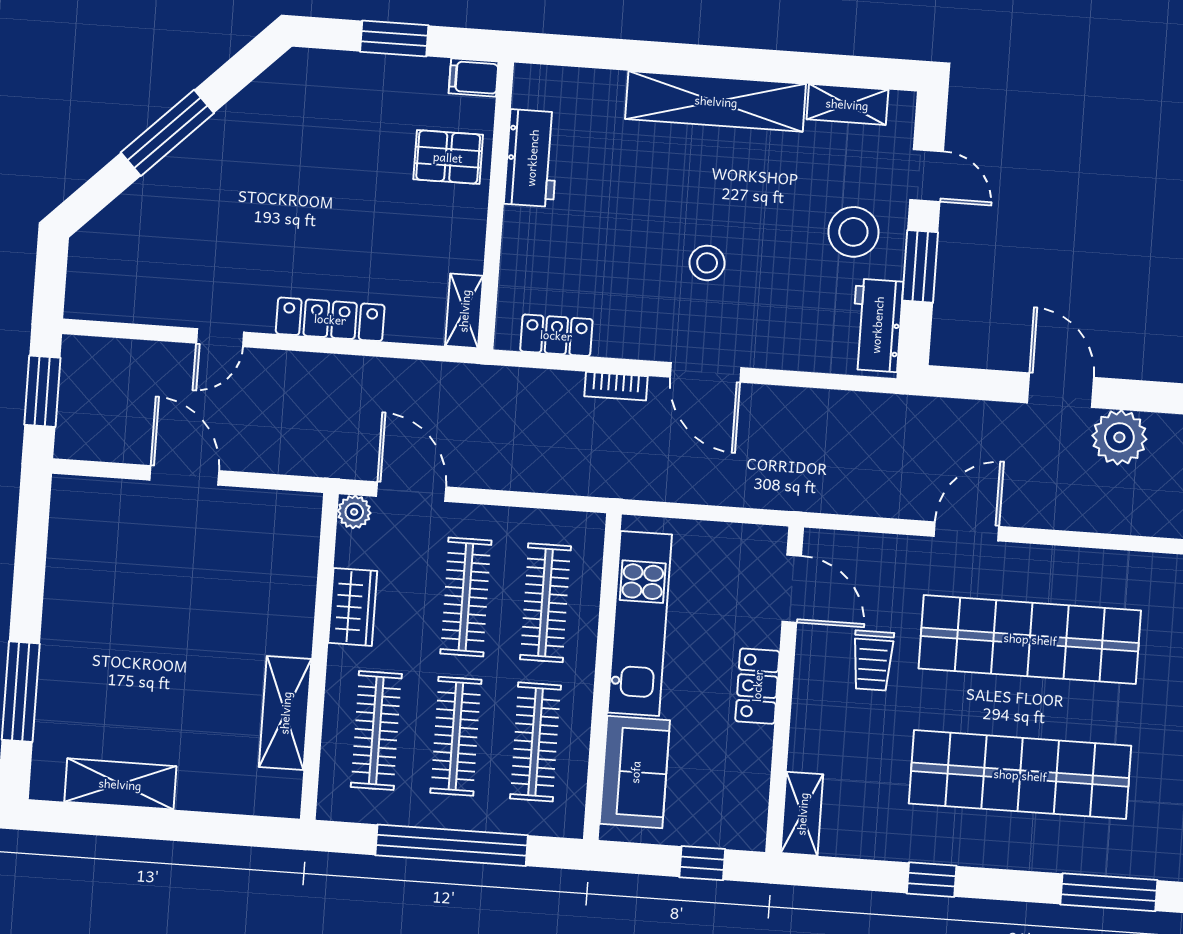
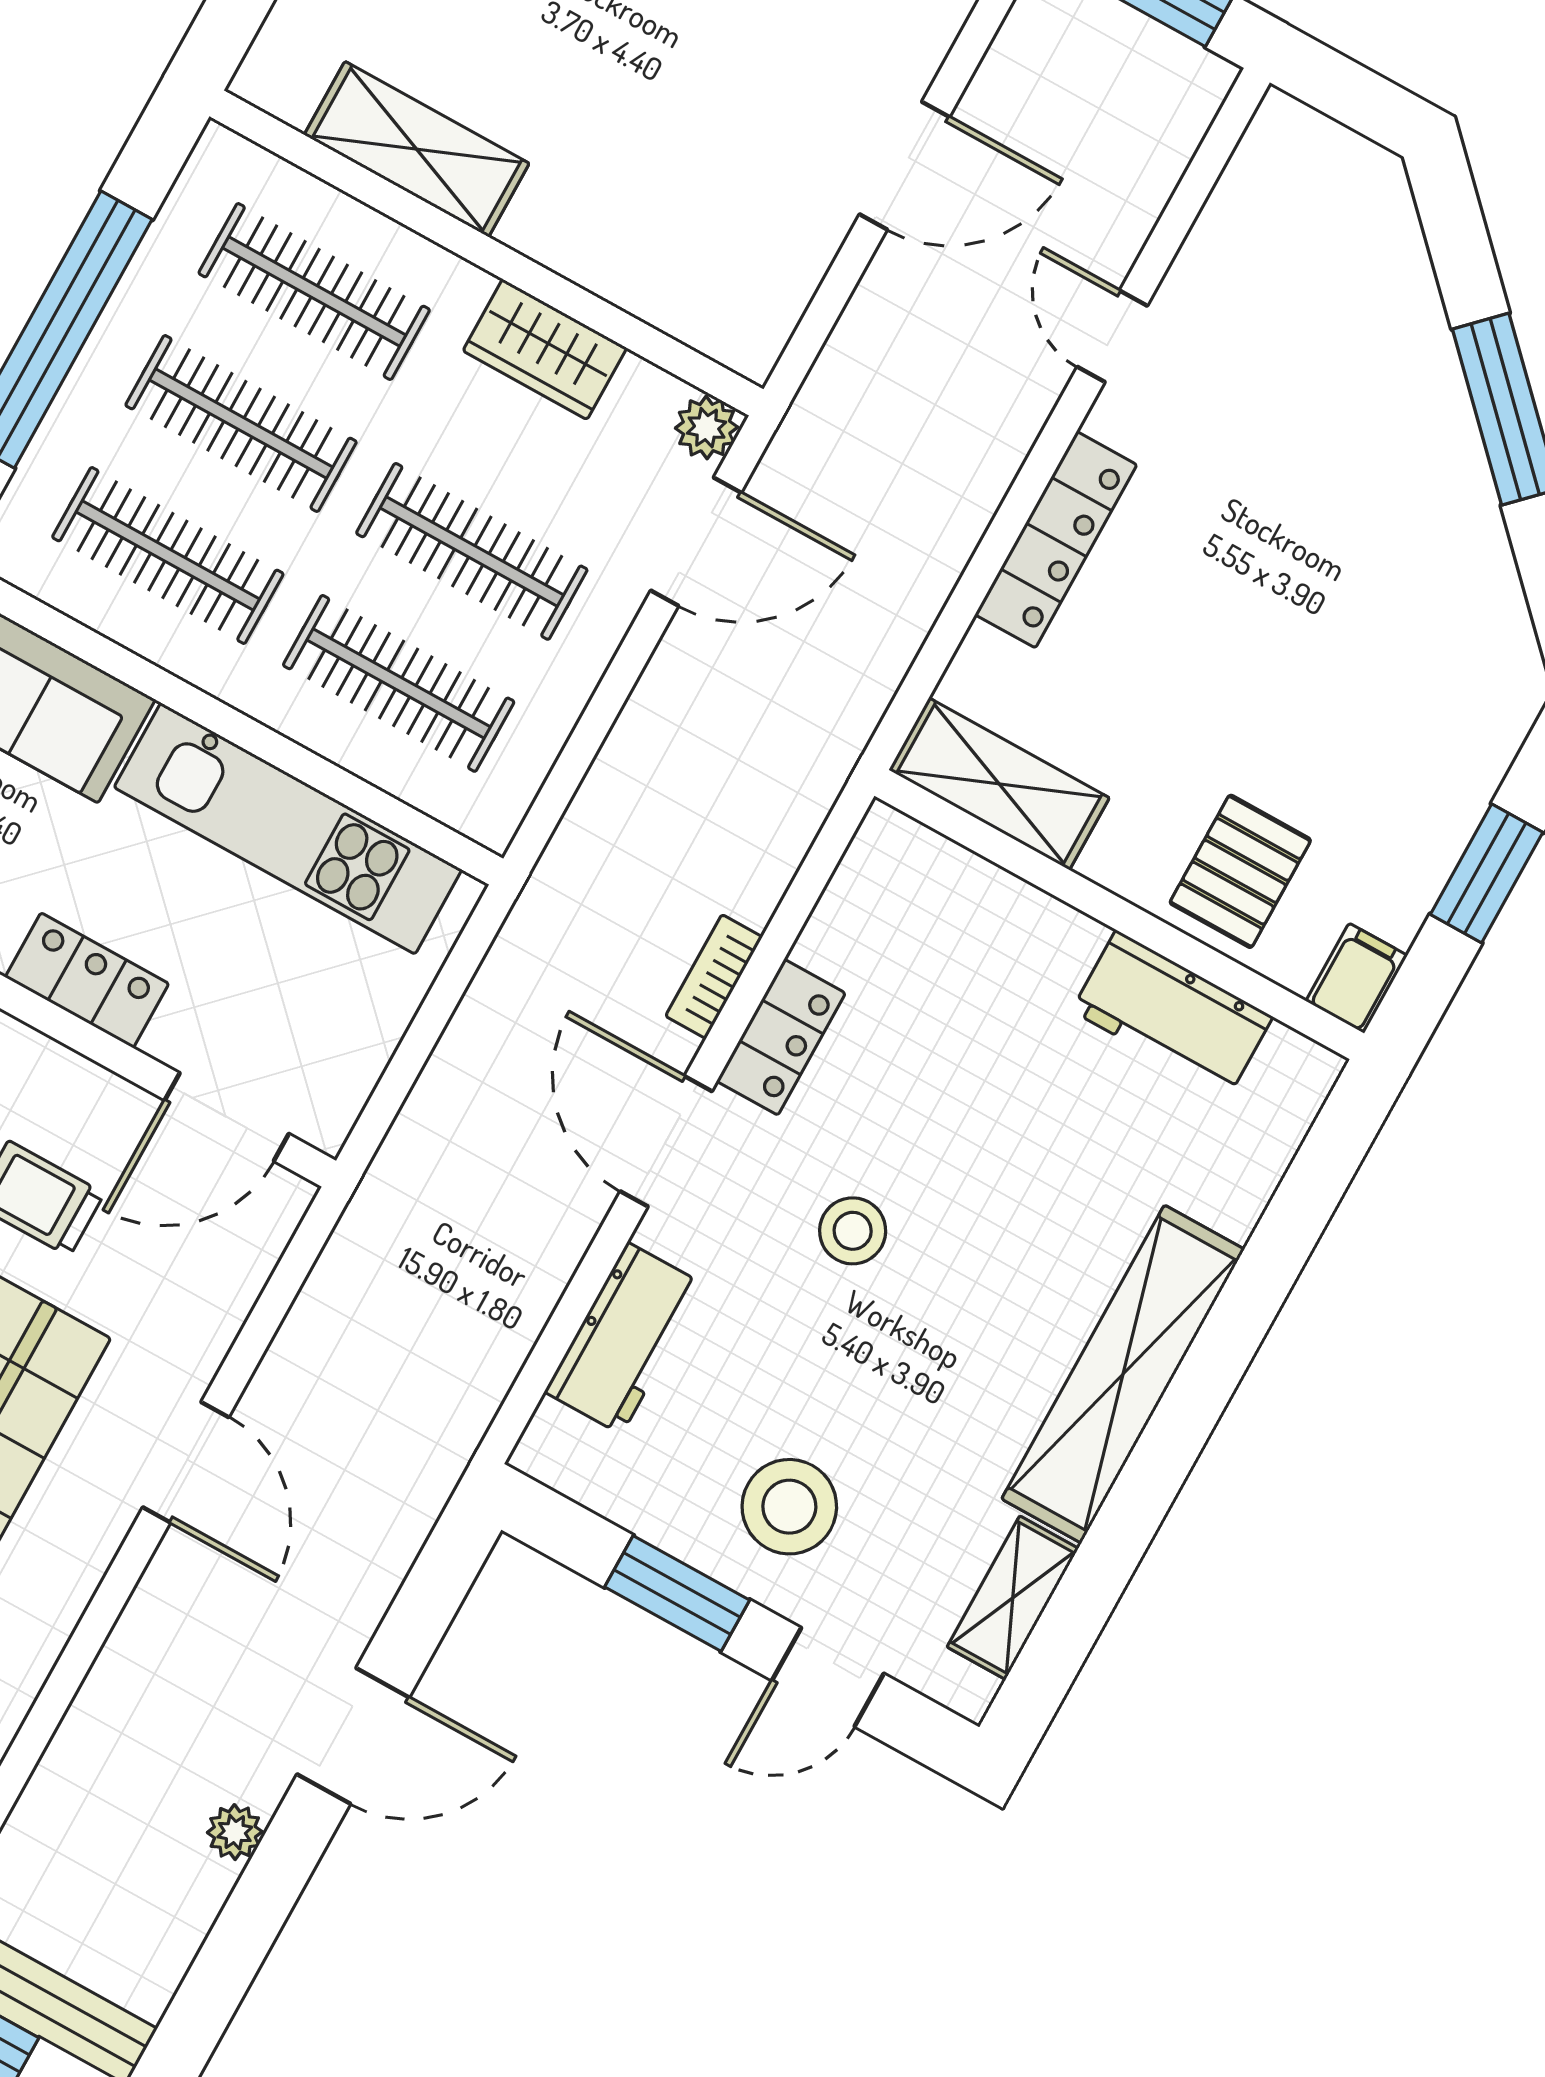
shelving: (464, 311) -> (999, 784), width x1.50, depth x1.33
workbench: (877, 325) -> (624, 1338), moved, turned 90
locker: (556, 335) -> (781, 1037), moved
door: (706, 372) -> (666, 1141), hinge flipped
plant: (1119, 437) -> (235, 1832), width x0.53, depth x0.53

